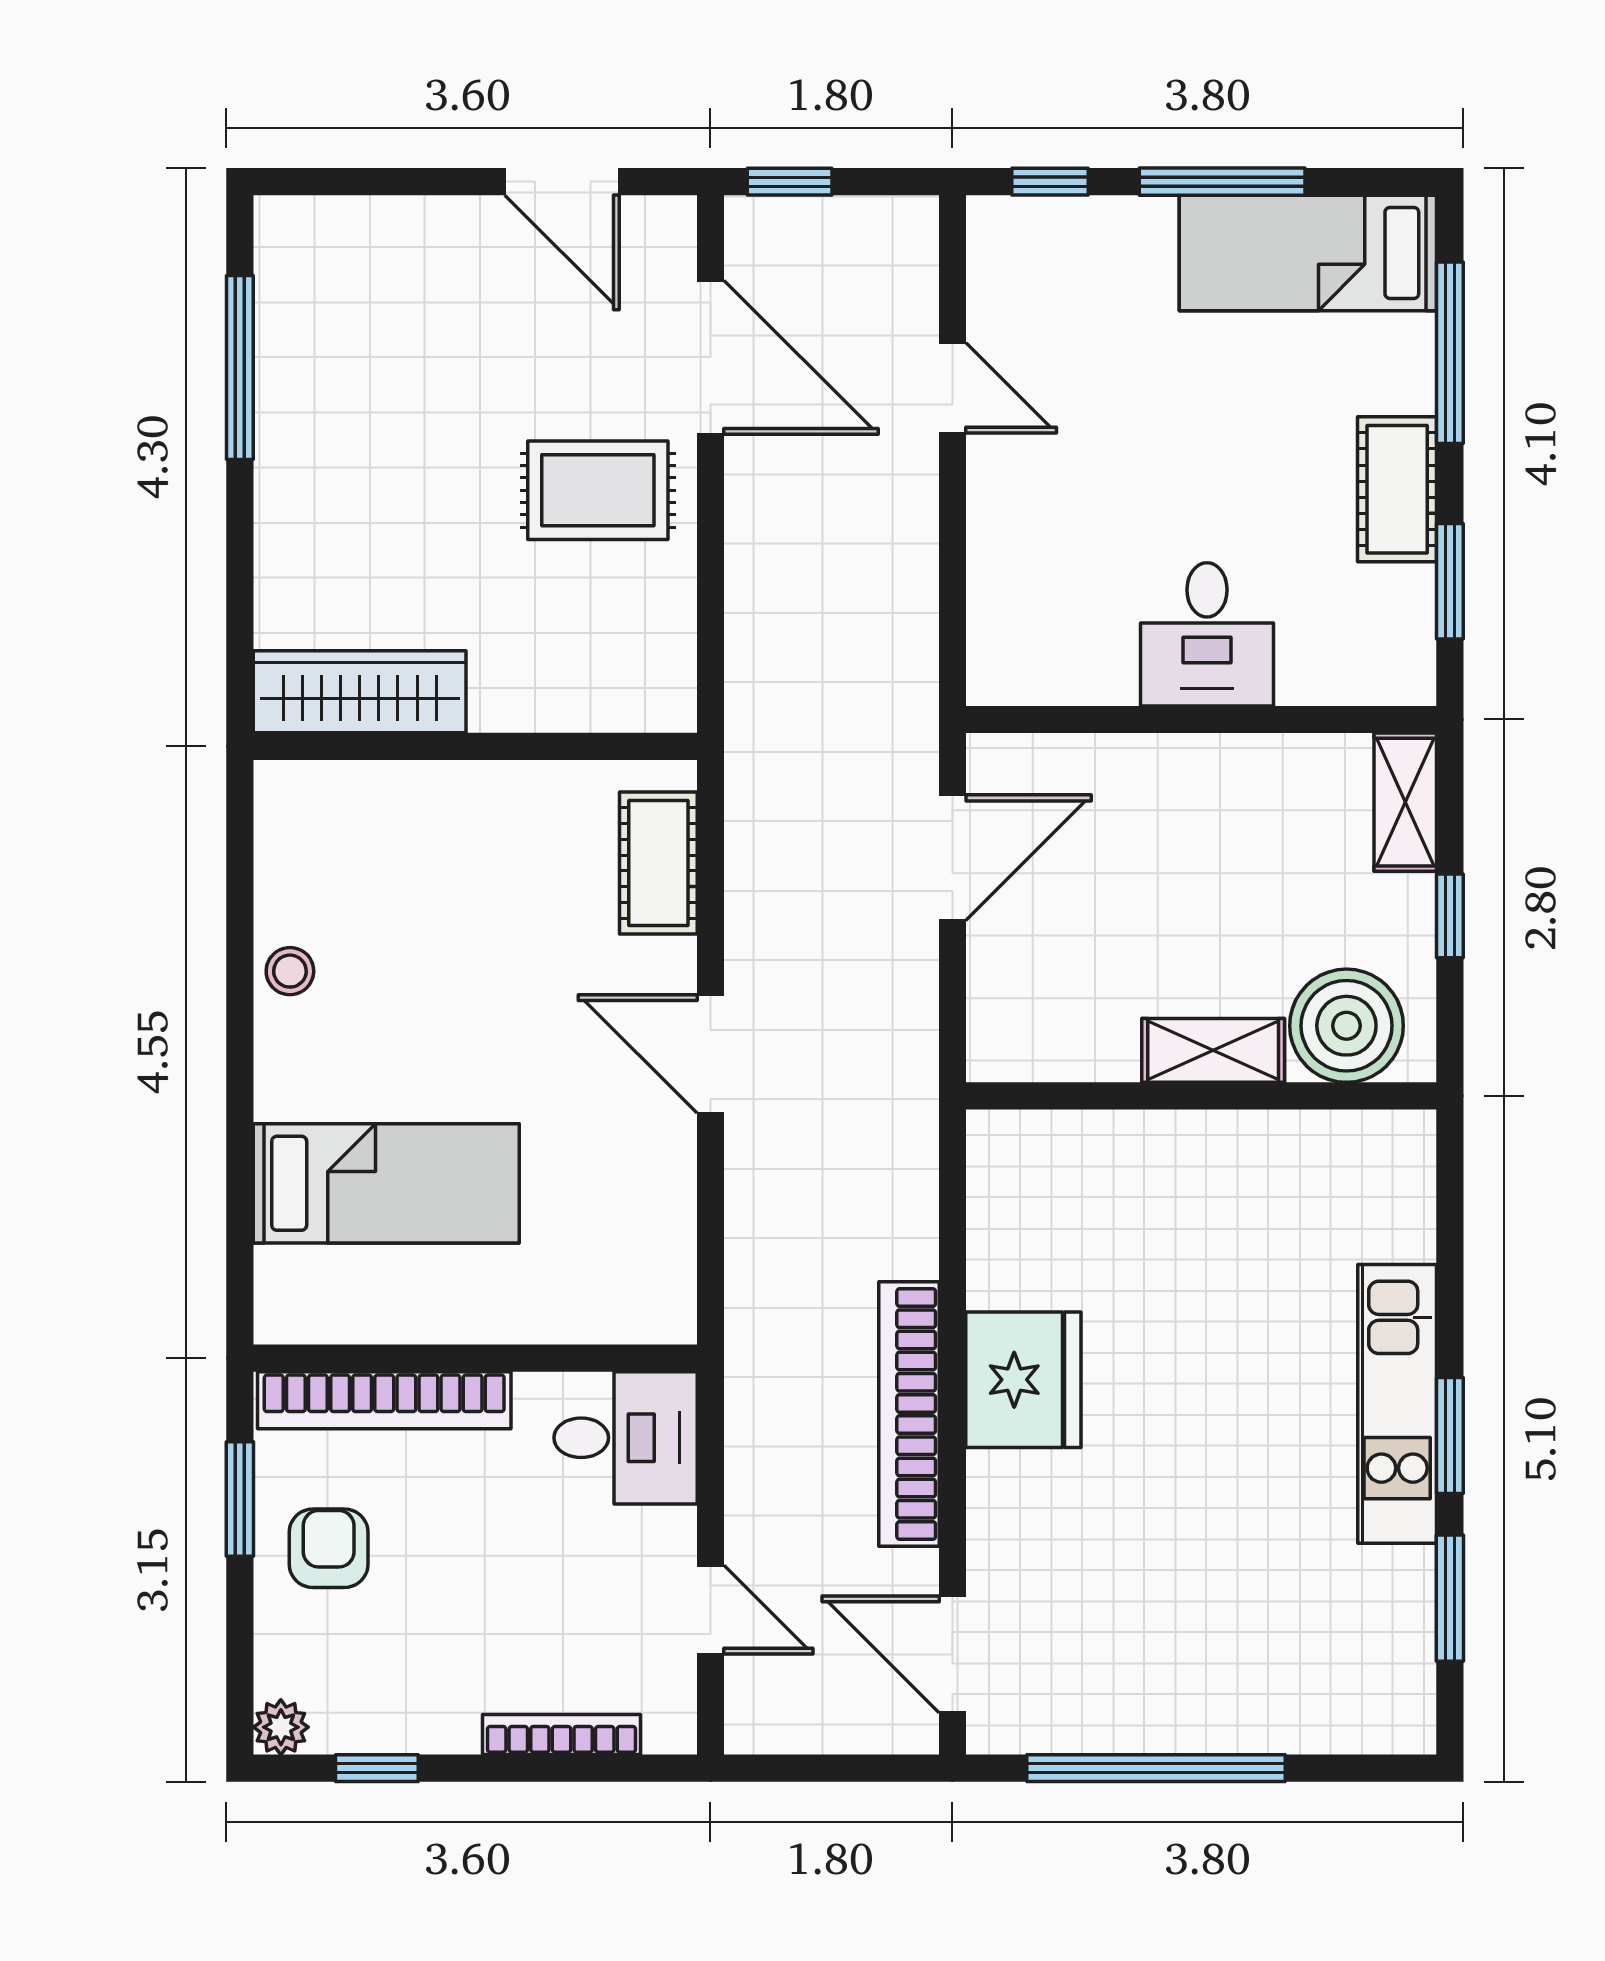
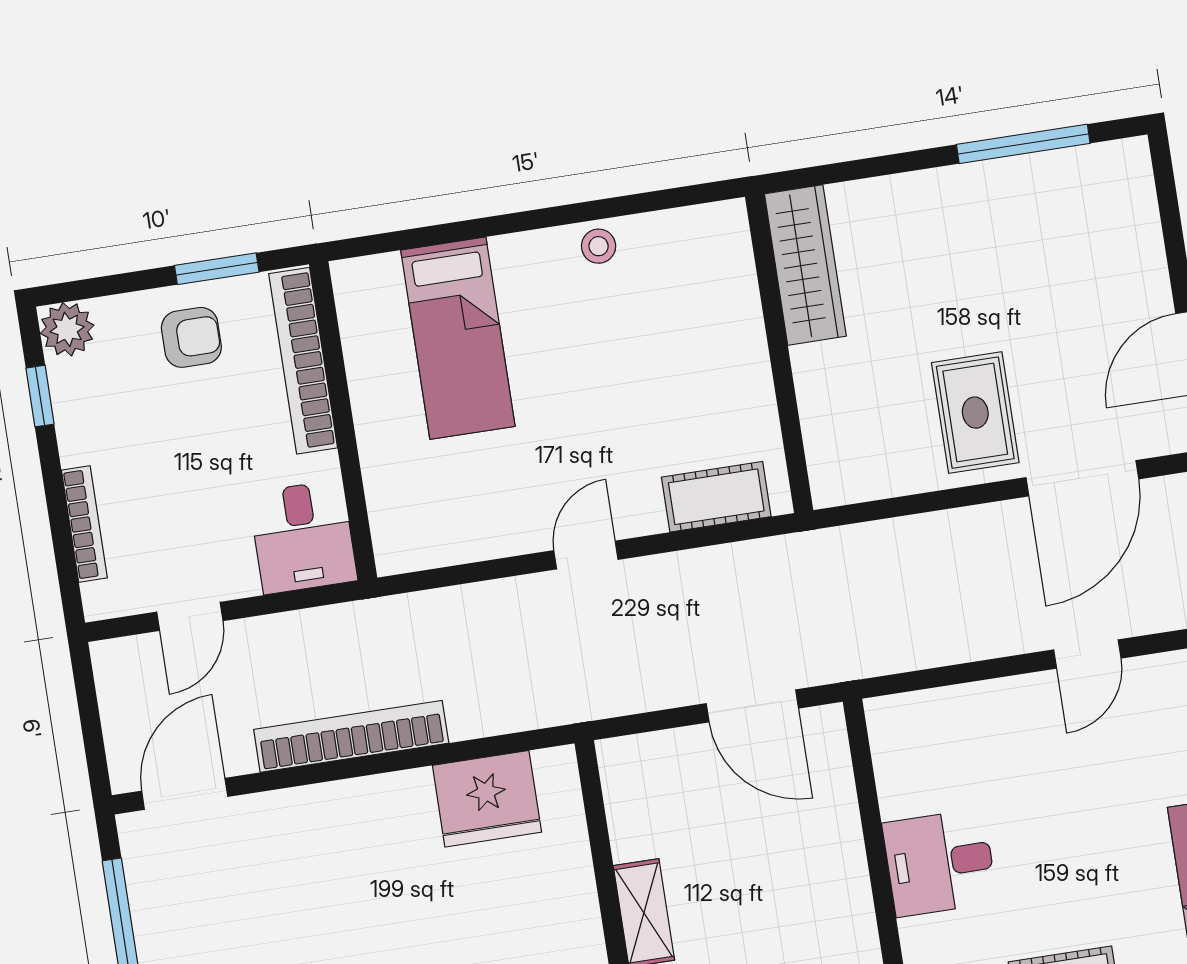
door: (710, 1054) -> (586, 555), width x0.73
fridge: (1023, 1380) -> (487, 799), moved
plant: (281, 1727) -> (67, 329), width x1.38, depth x1.38

